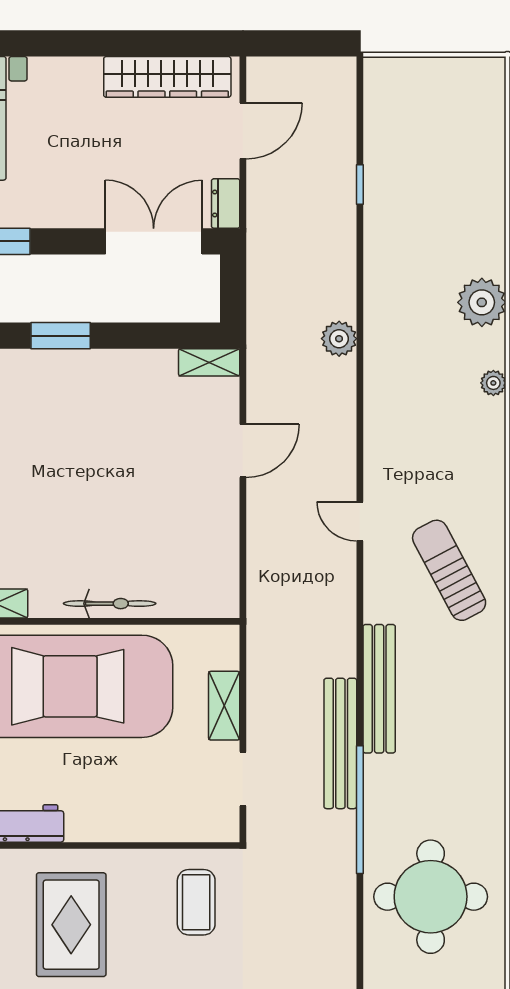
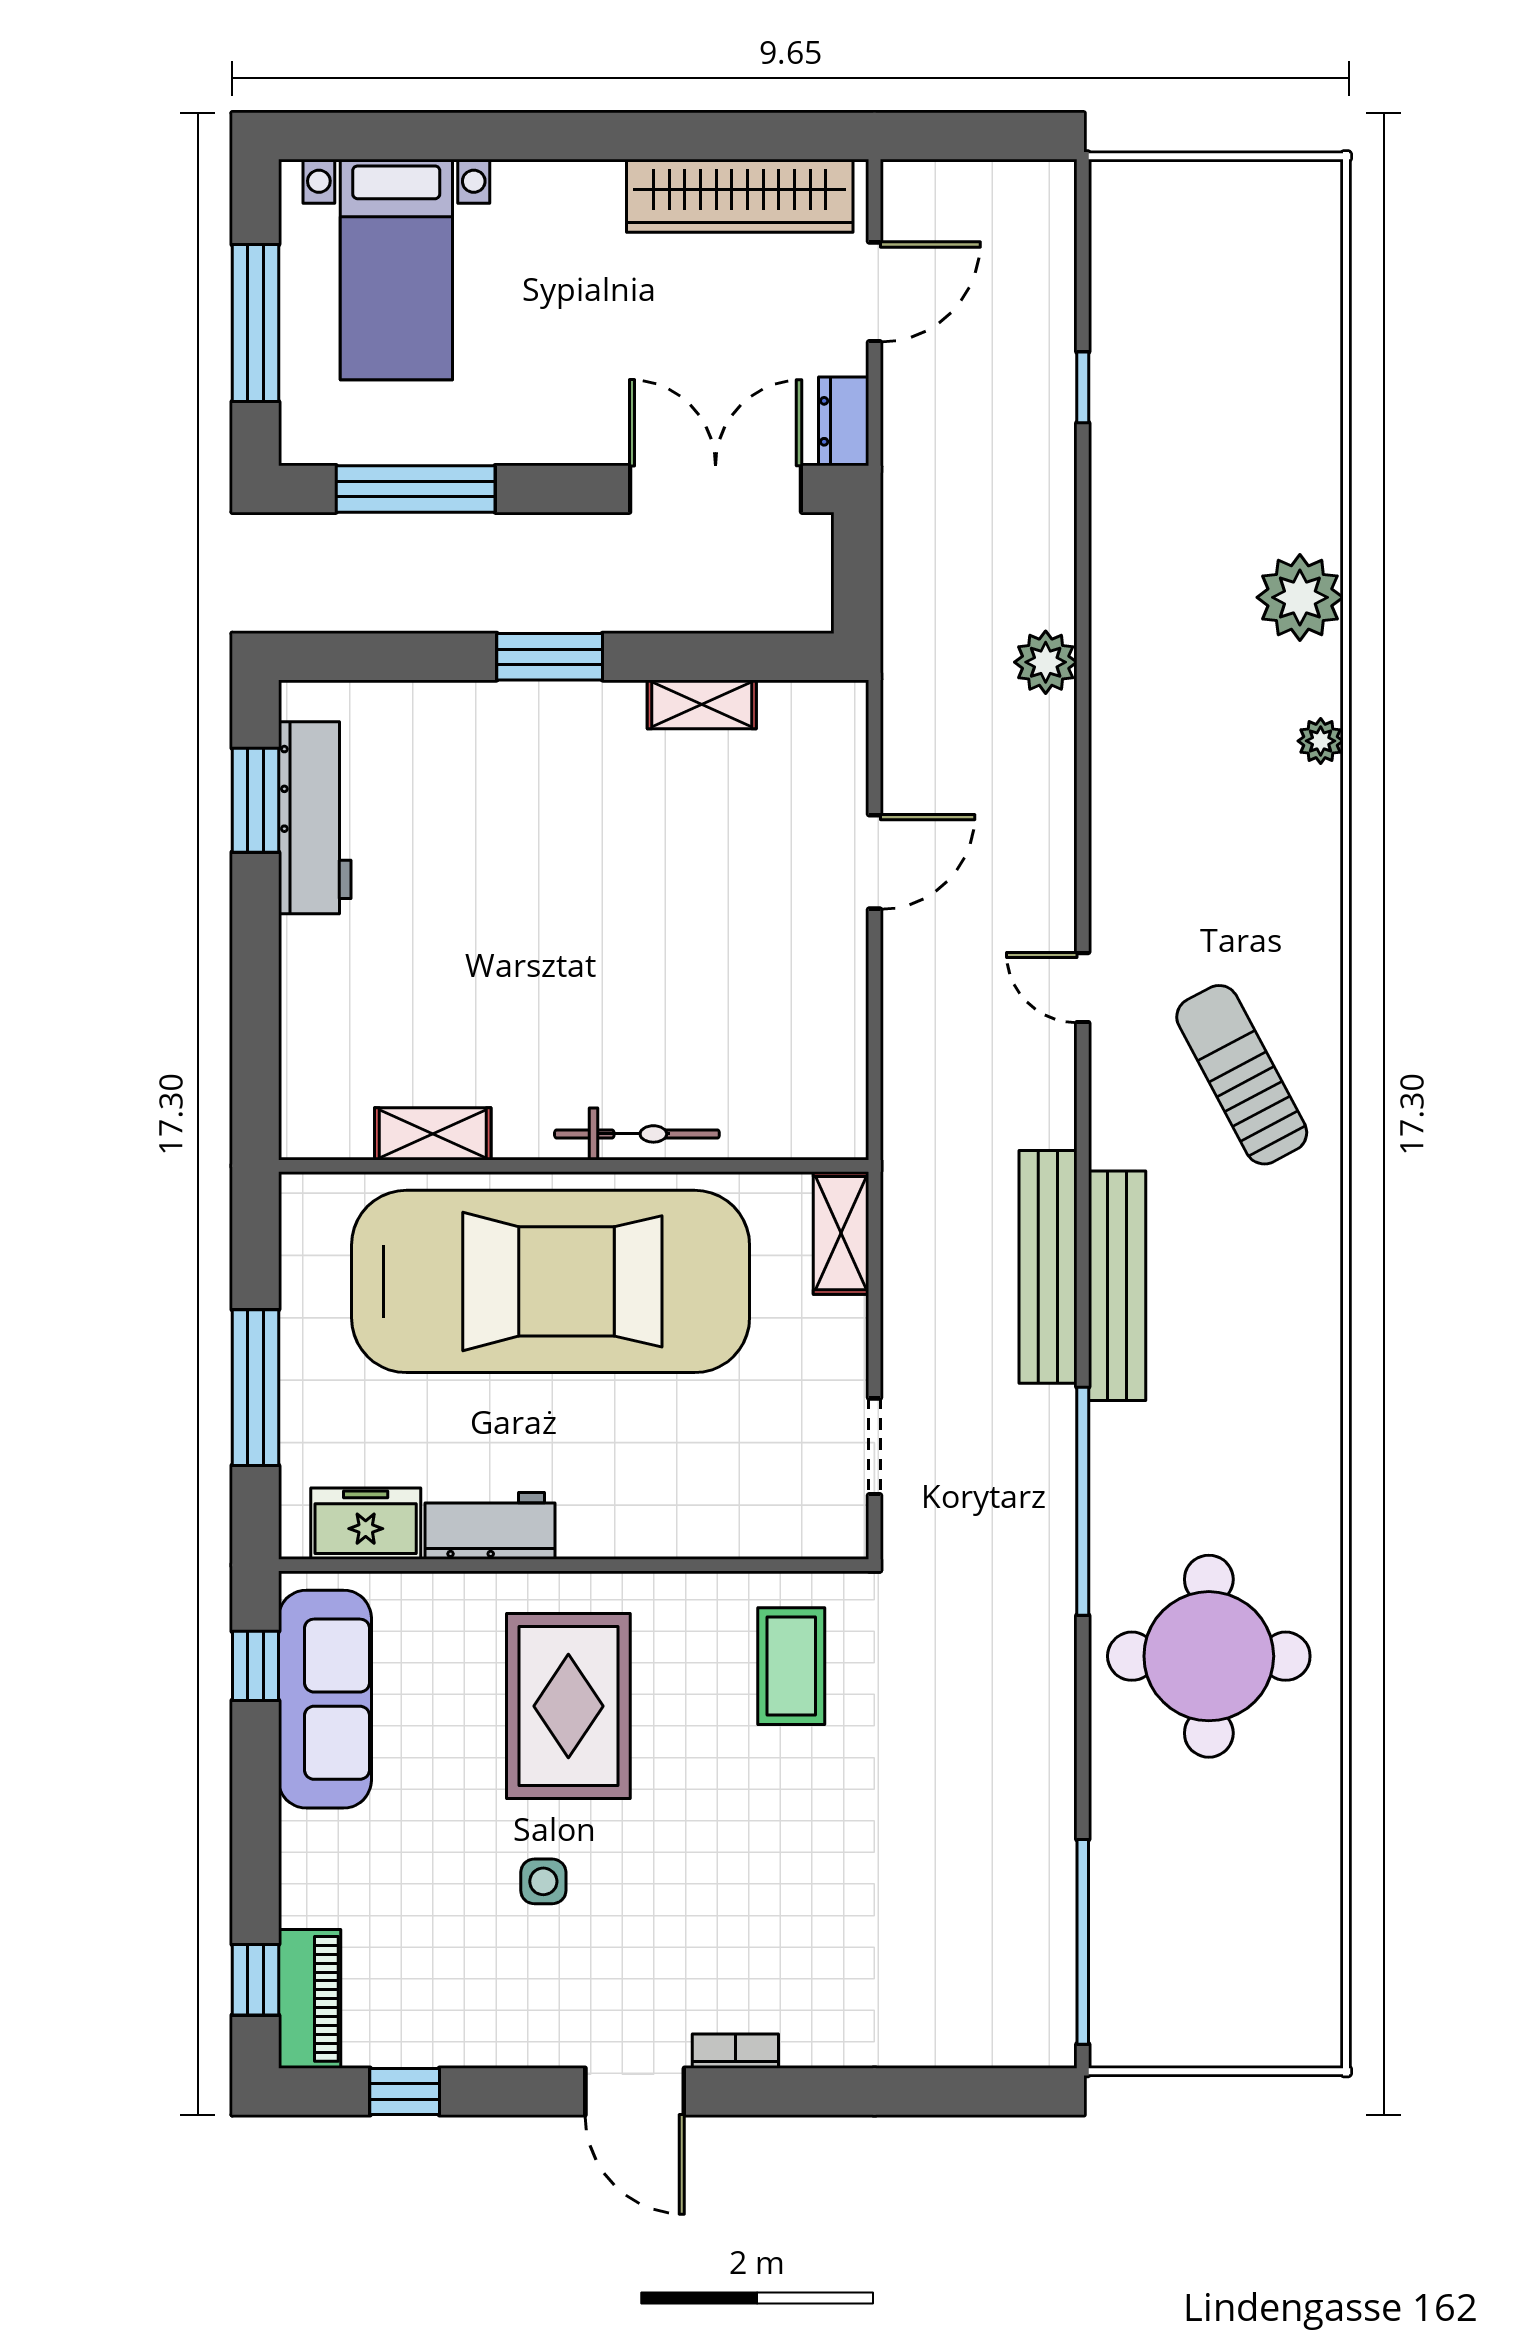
shelving: (209, 362) -> (702, 704), moved
shelving: (224, 706) -> (841, 1233), moved
bench: (340, 743) -> (1048, 1267), moved

